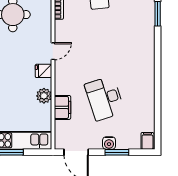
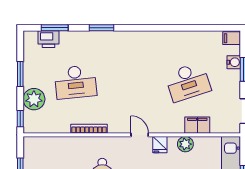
water cooler: (109, 143) -> (234, 62), moved

